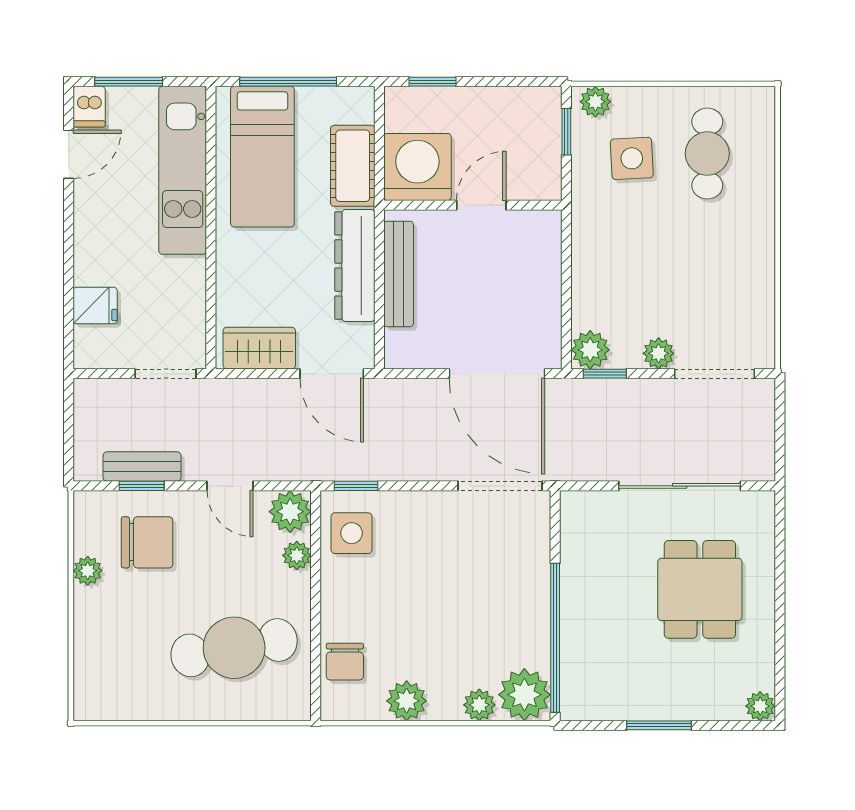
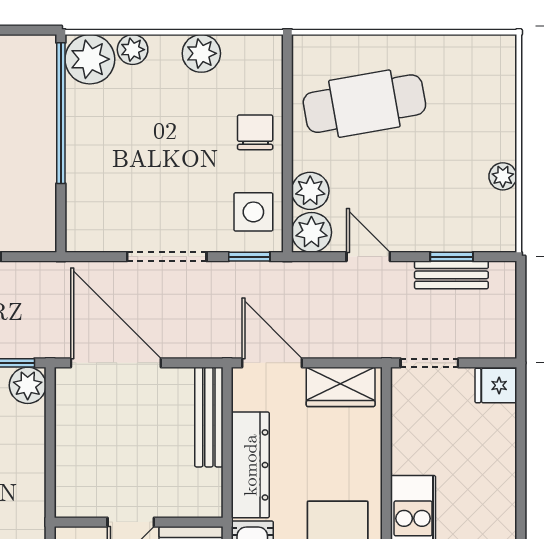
bench: (399, 274) -> (209, 417), moved
fridge: (95, 305) -> (496, 385), moved
doorway: (500, 486) -> (167, 257), moved
chair: (147, 542) -> (447, 203), removed
plant: (297, 555) -> (310, 191), width x1.38, depth x1.38
chair: (345, 662) -> (255, 132), moved

